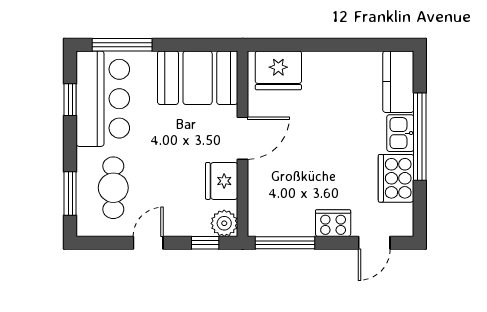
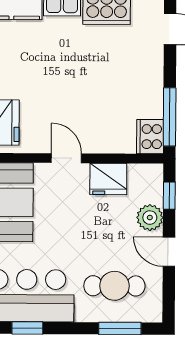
door: (243, 138) -> (66, 158), width x0.73
plant: (224, 223) -> (150, 218), moved
cooker: (333, 223) -> (150, 137), moved

